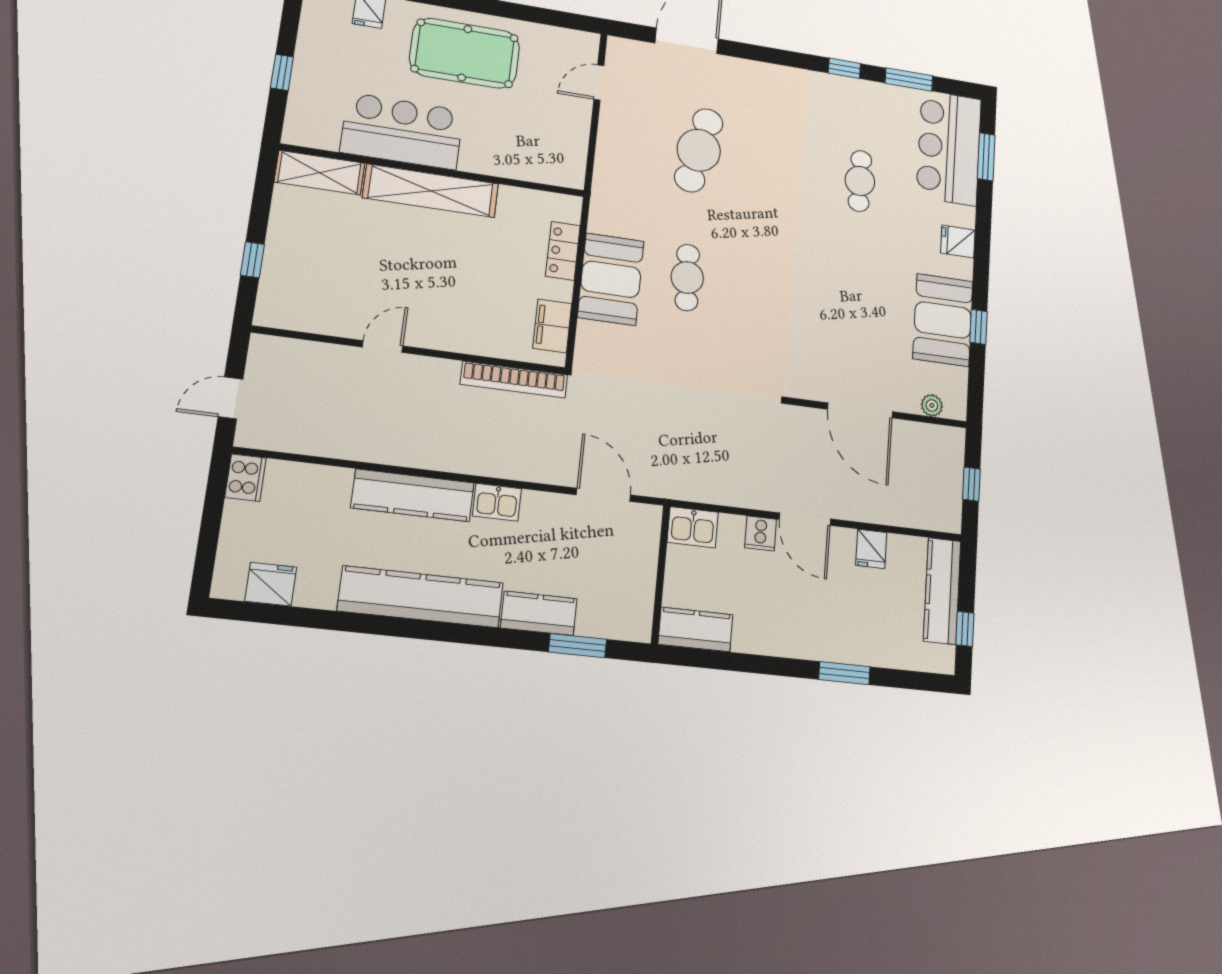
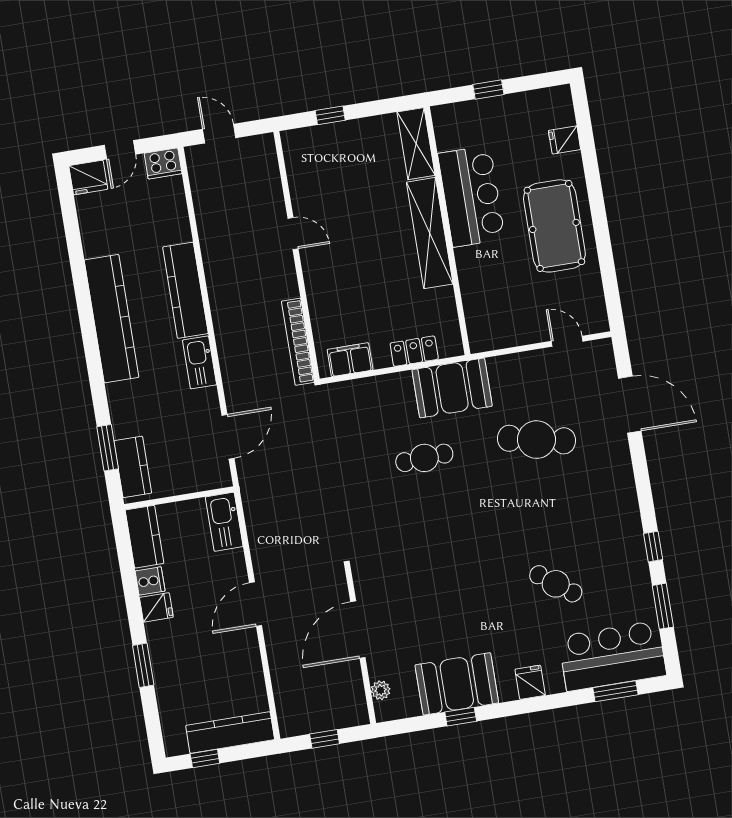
cafe table: (860, 181) -> (556, 584), turned 37
booth: (611, 279) -> (452, 388), moved
kitchen sink: (497, 502) -> (200, 362), width x1.38
door: (210, 527) -> (120, 150), added
kitchen sink: (693, 527) -> (224, 522), width x1.38
cooker: (761, 533) -> (150, 581), moved, turned 180
fridge: (871, 549) -> (156, 607), moved, turned 180
fridge: (271, 584) -> (88, 177), moved, turned 90
kitchen counter: (539, 613) -> (133, 467), moved

